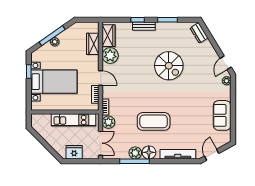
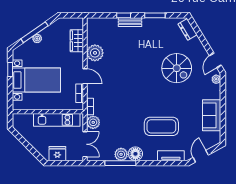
wardrobe: (109, 36) -> (93, 32), removed
spiral stairs: (169, 66) -> (177, 68), moved
coffee table: (154, 121) -> (161, 126), moved
tv unit: (178, 154) -> (171, 156), width x0.71

